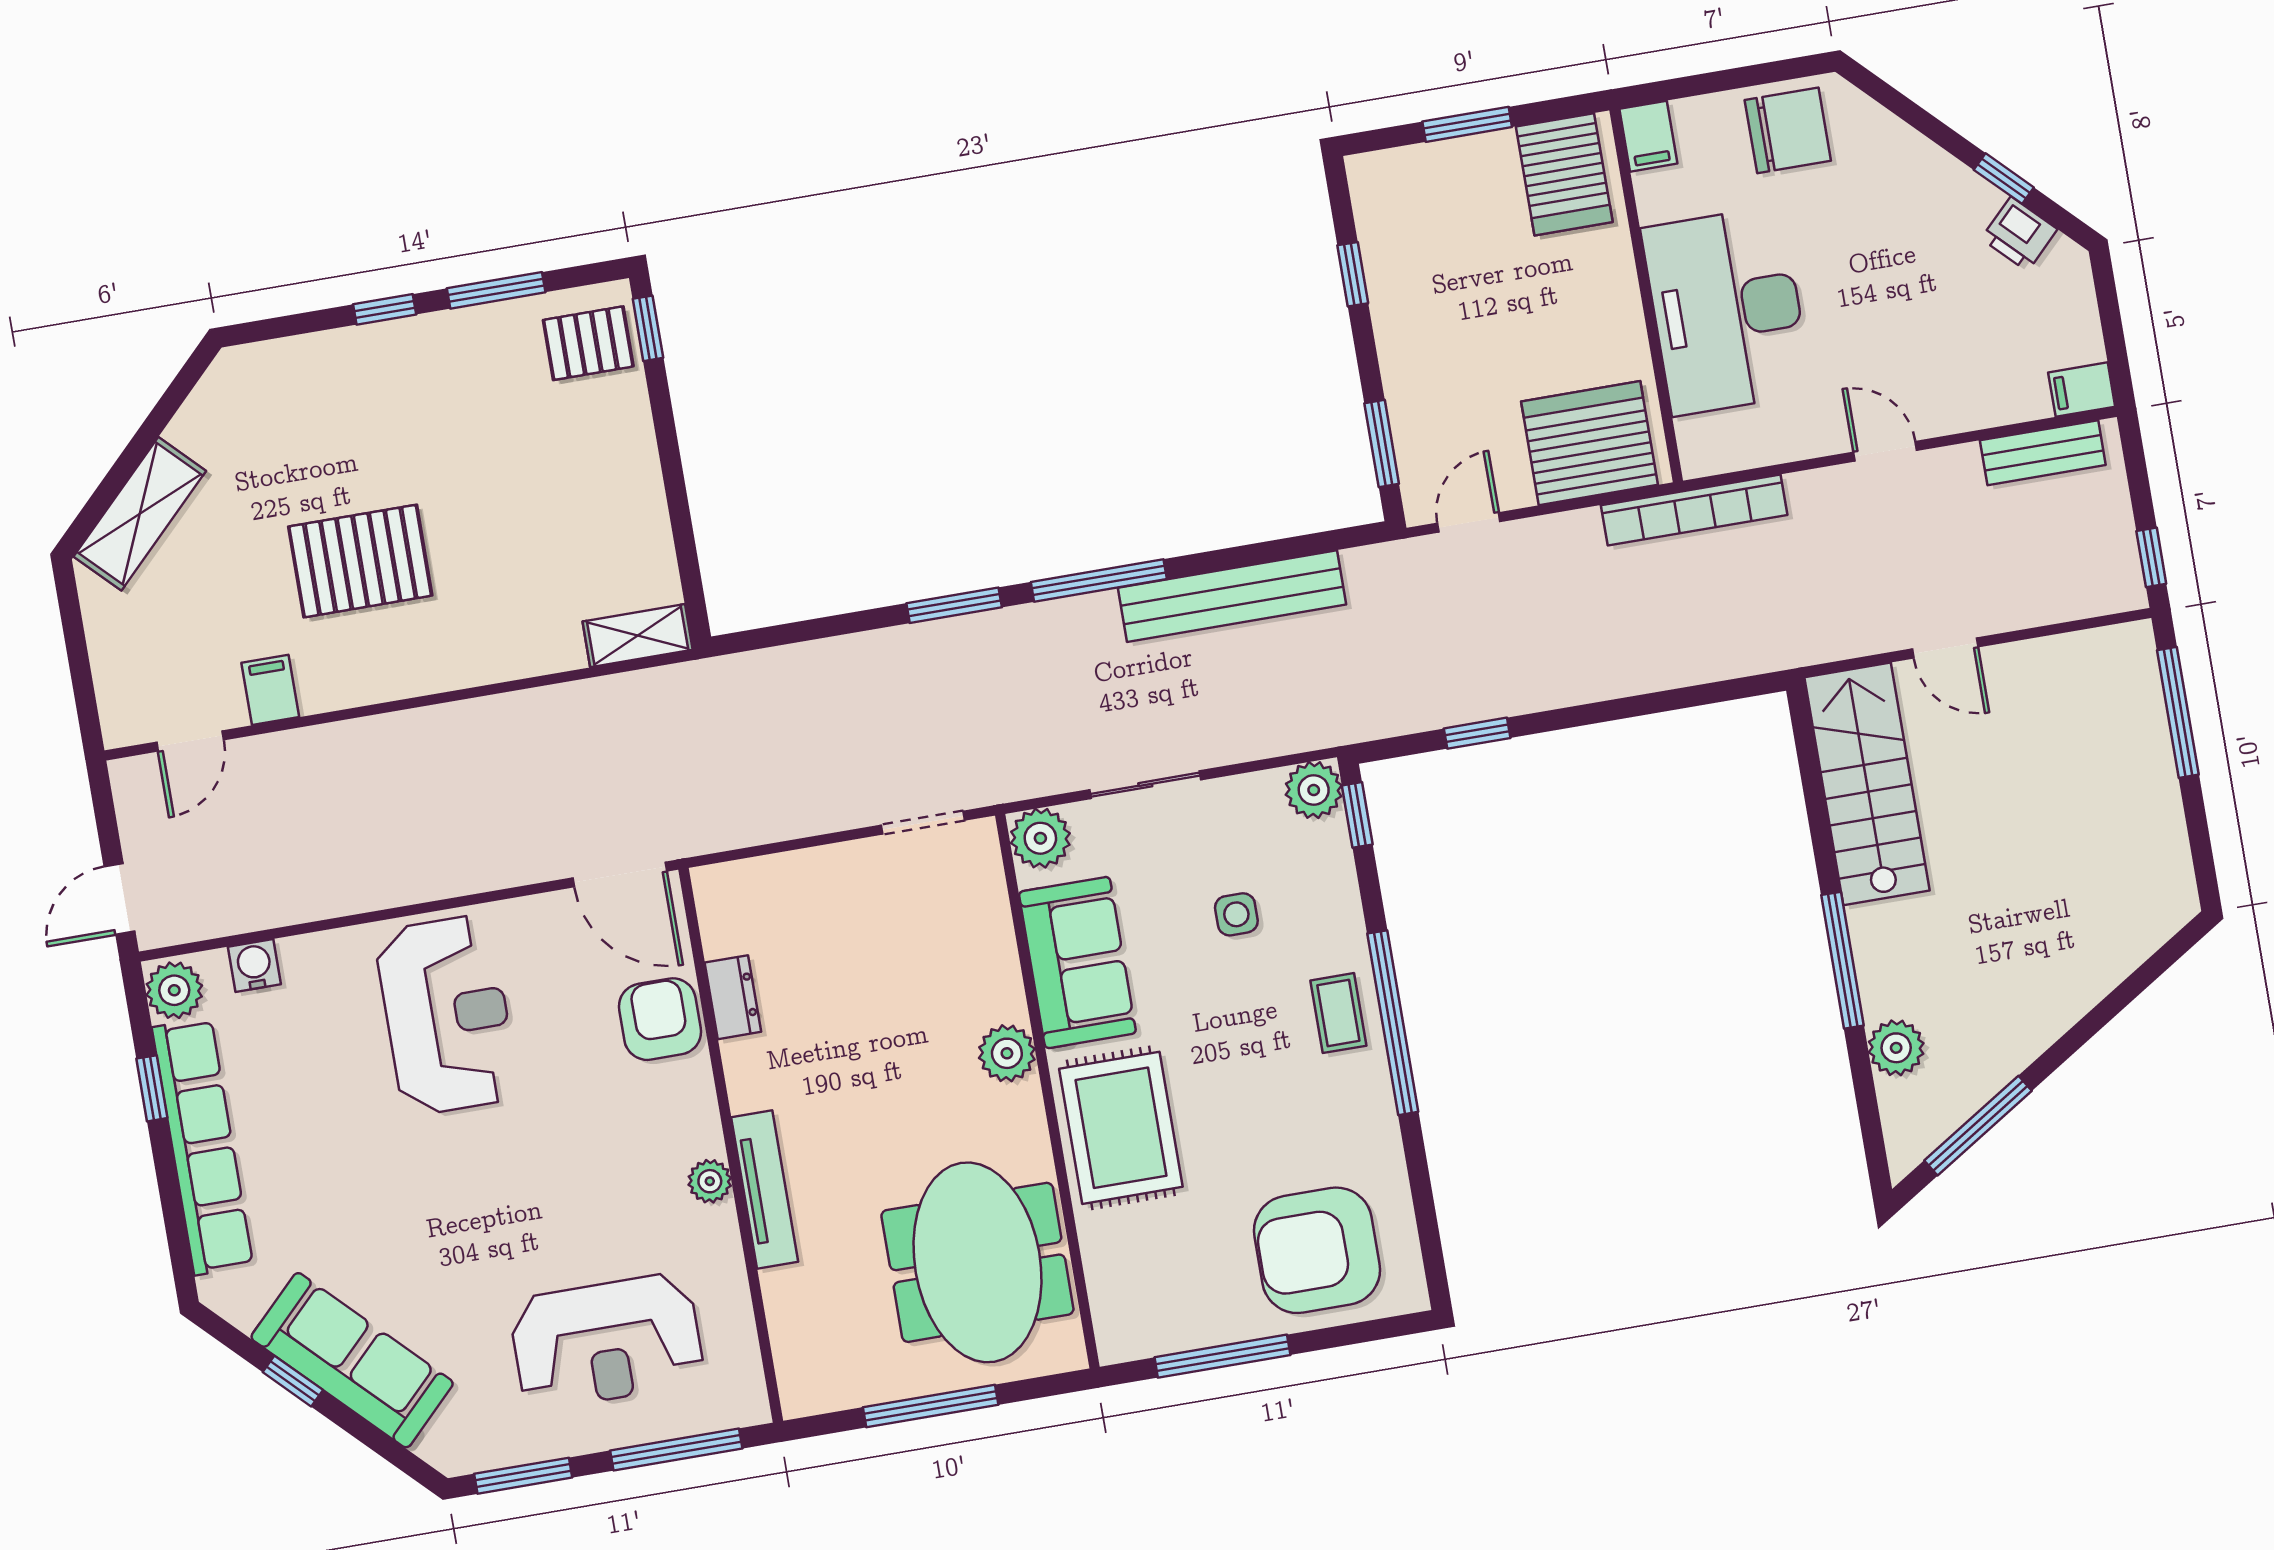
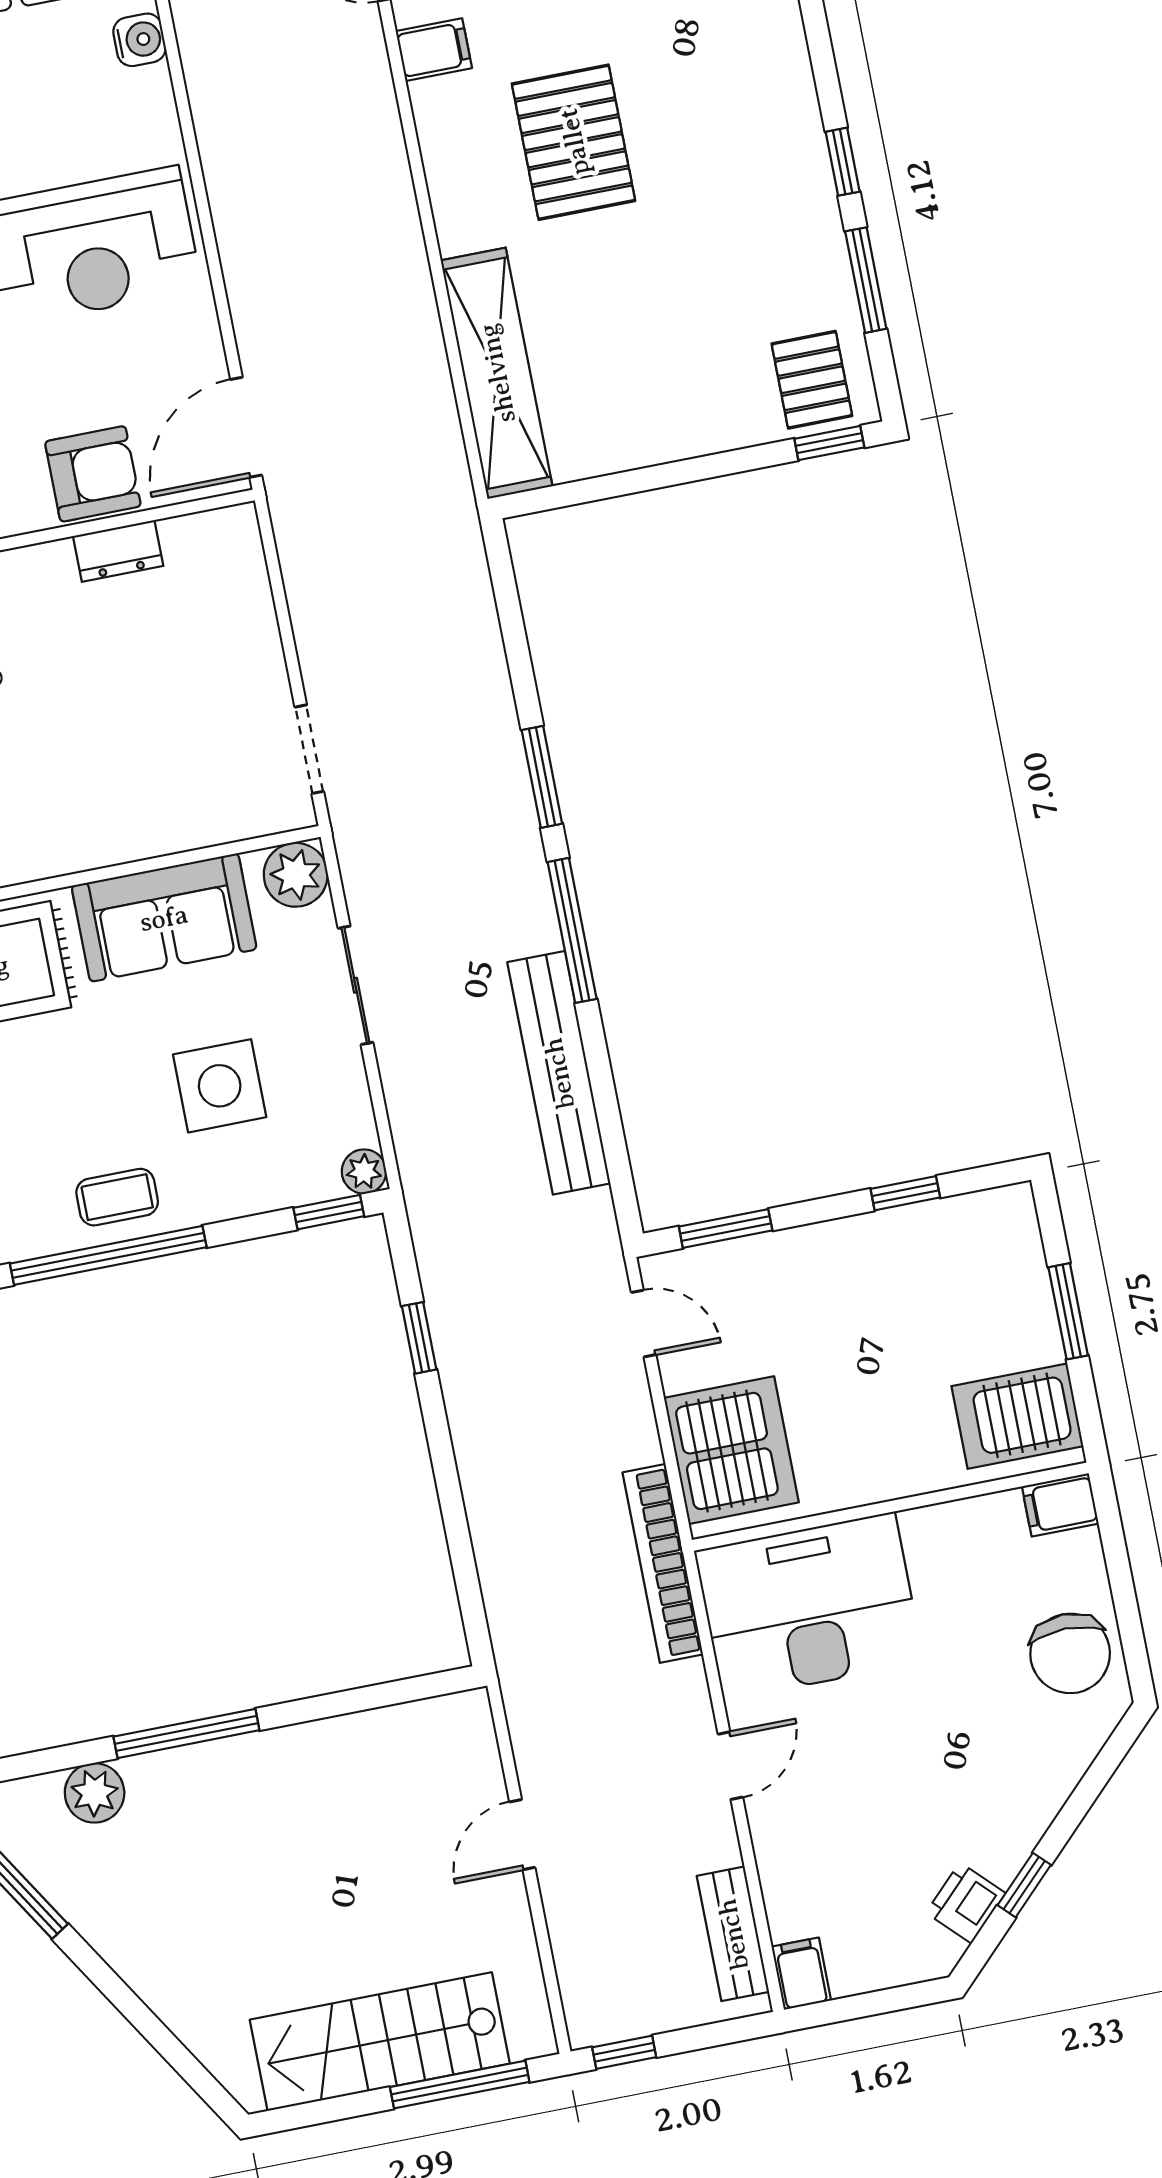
desk: (1727, 311) -> (809, 1606), moved
shelving: (638, 636) -> (497, 373), width x2.20, depth x1.33
stairs: (1867, 784) -> (380, 2042), moved, turned 180
plant: (1314, 790) -> (364, 1172), width x0.73, depth x0.73
side table: (1236, 914) -> (220, 1086), width x1.87, depth x1.87
plant: (1007, 1053) -> (65, 845), removed

